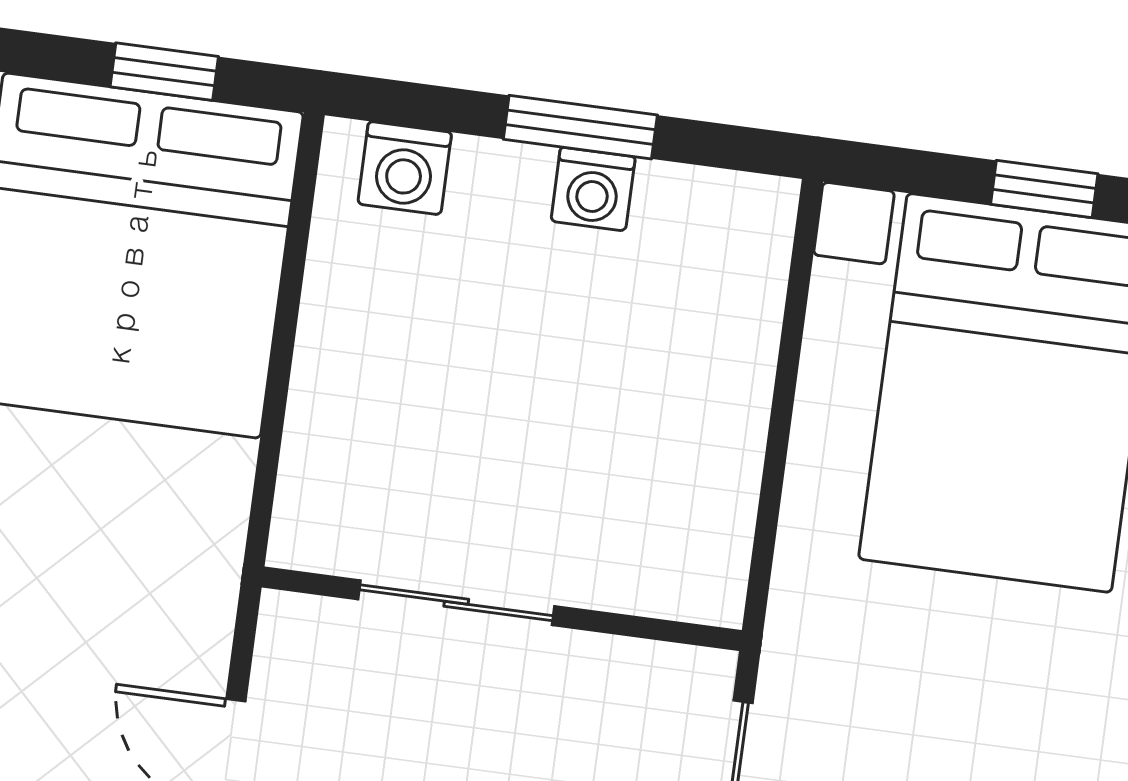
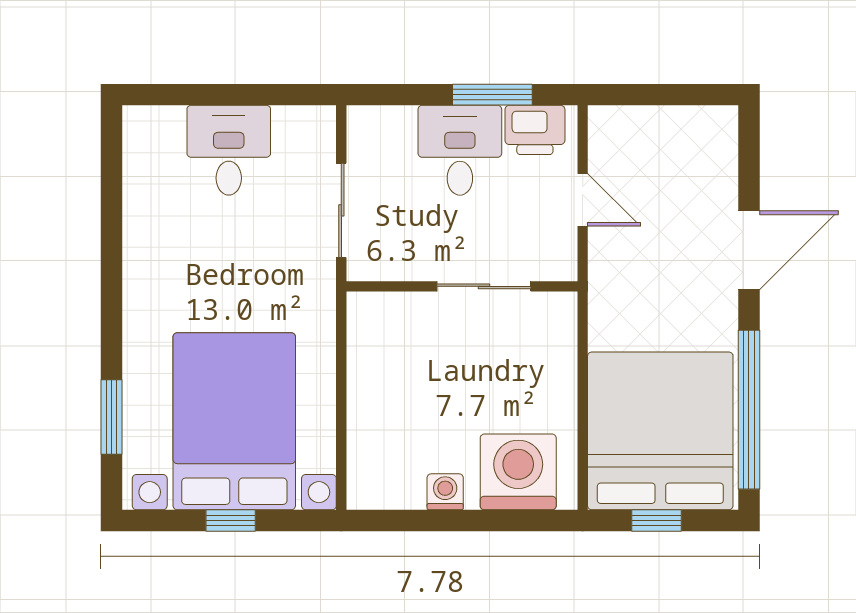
window: (580, 127) -> (455, 520), removed
washing machine: (405, 168) -> (518, 472), width x1.89, depth x1.89

